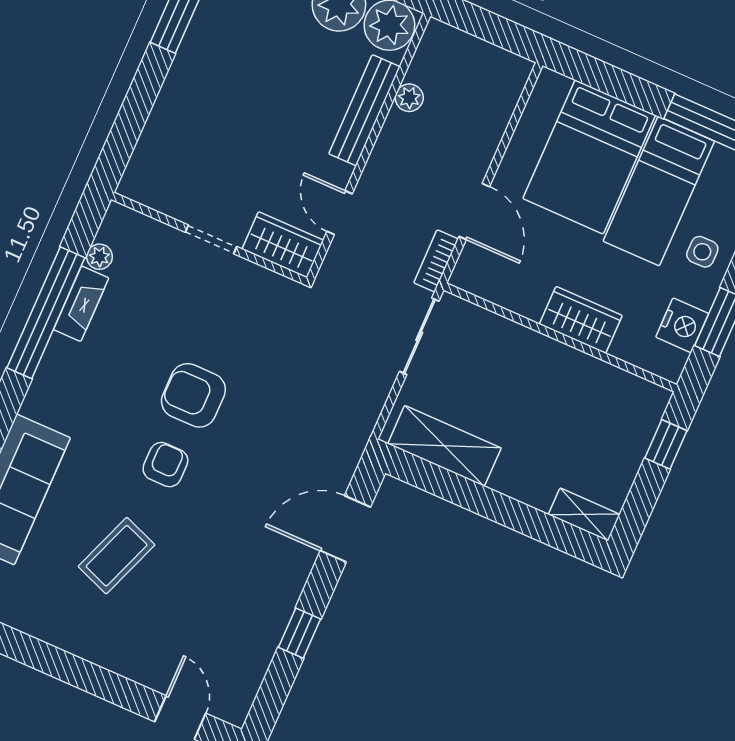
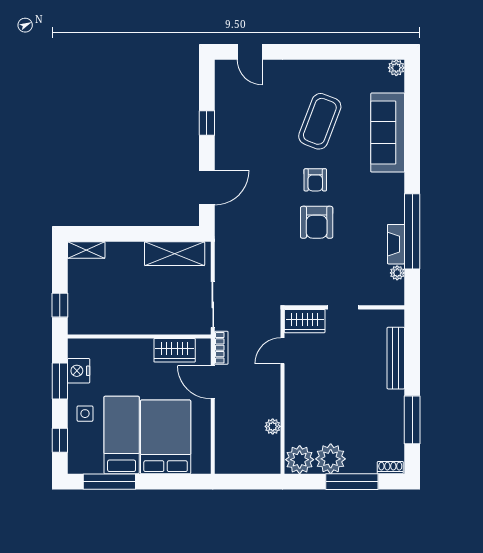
bench: (364, 110) -> (396, 358), moved
door: (340, 213) -> (282, 351), swing flipped
wardrobe: (581, 320) -> (175, 350), moved
armchair: (193, 395) -> (317, 222), turned 90
coffee table: (117, 556) -> (320, 121), width x1.36, depth x1.32

